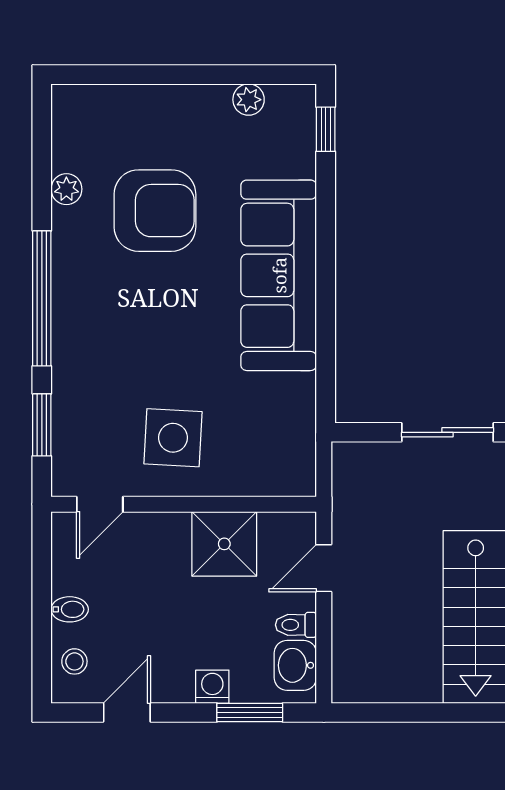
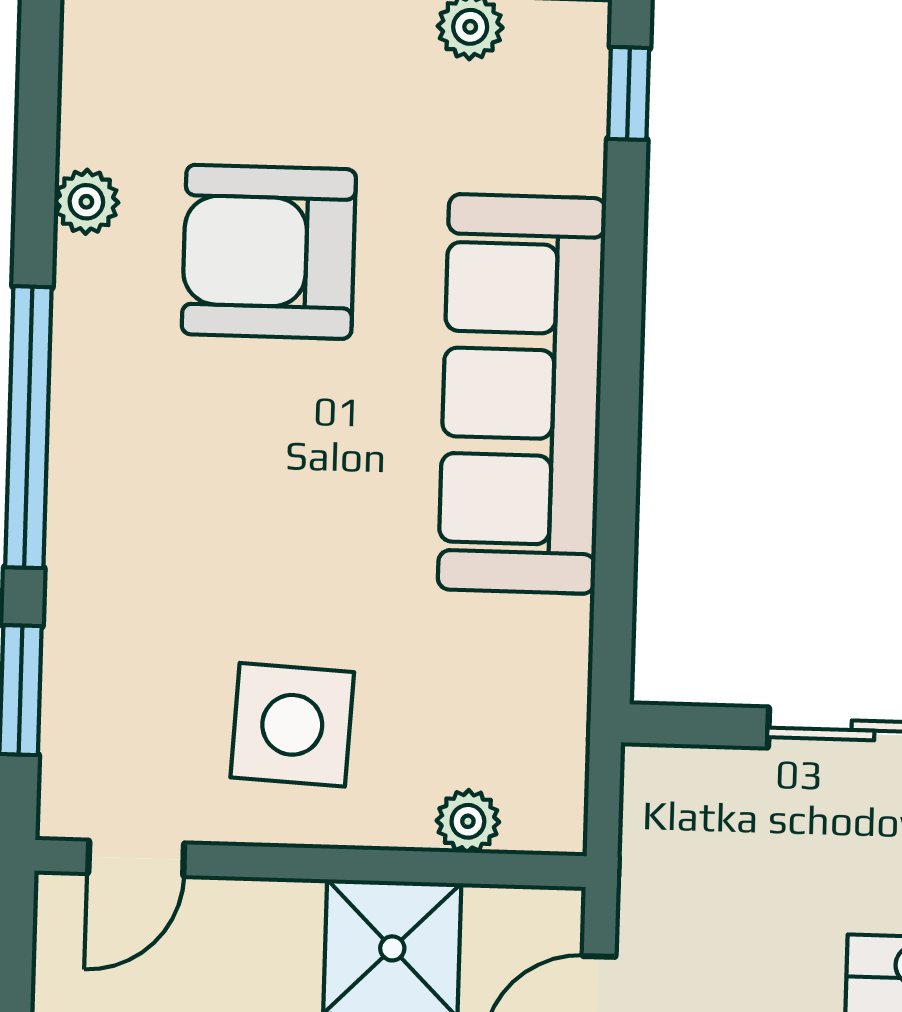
armchair: (155, 211) -> (269, 252), turned 180
plant: (259, 482) -> (468, 821), added

